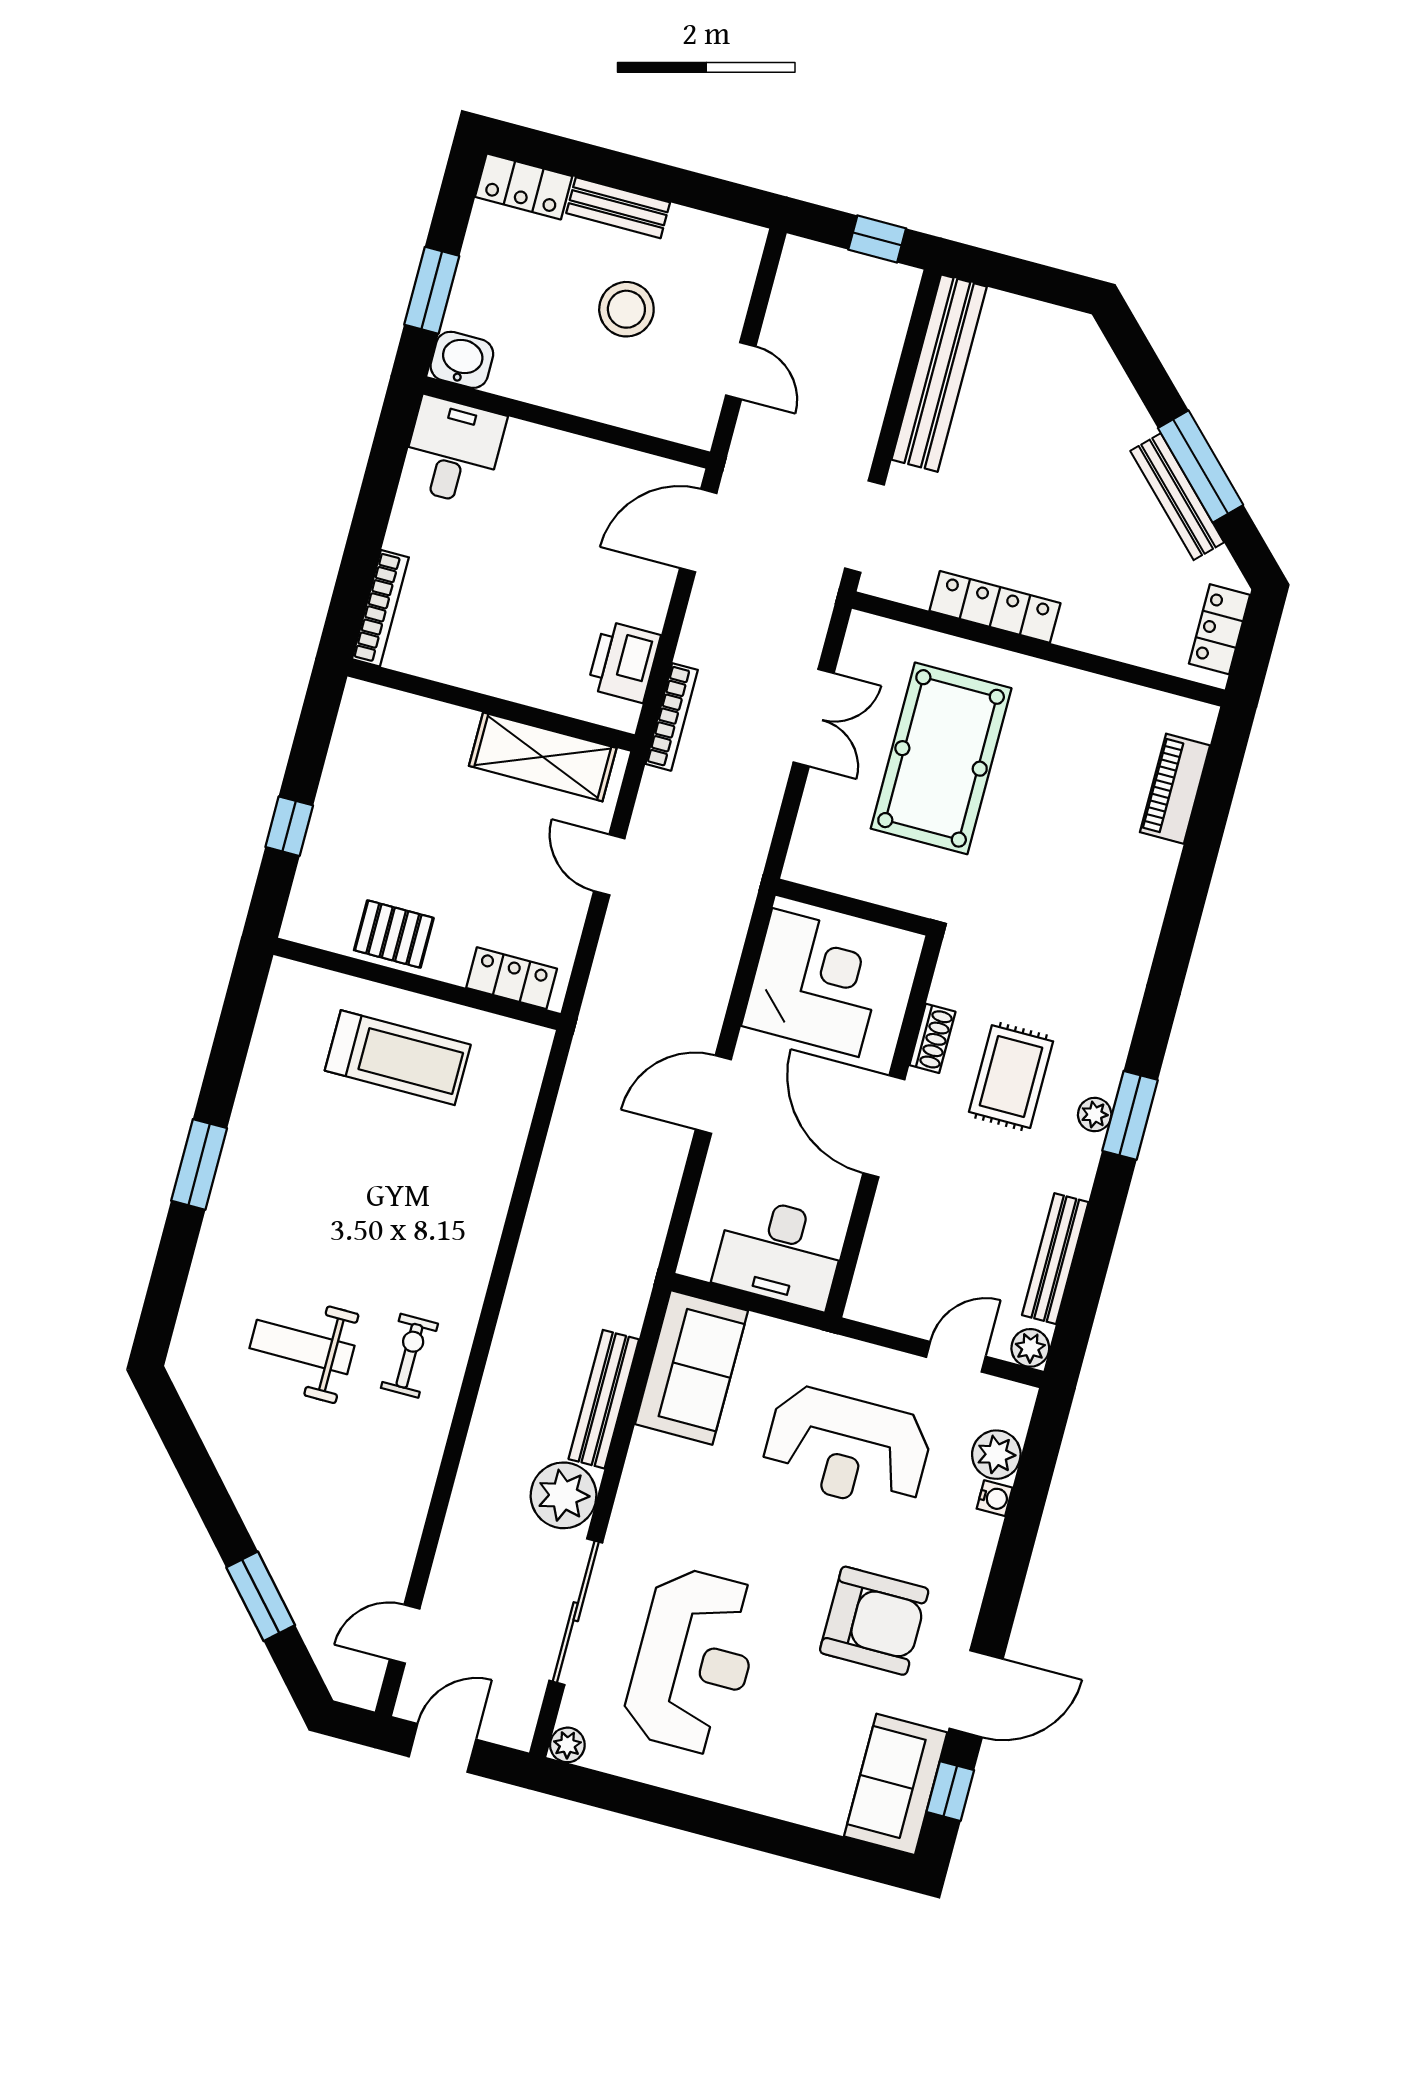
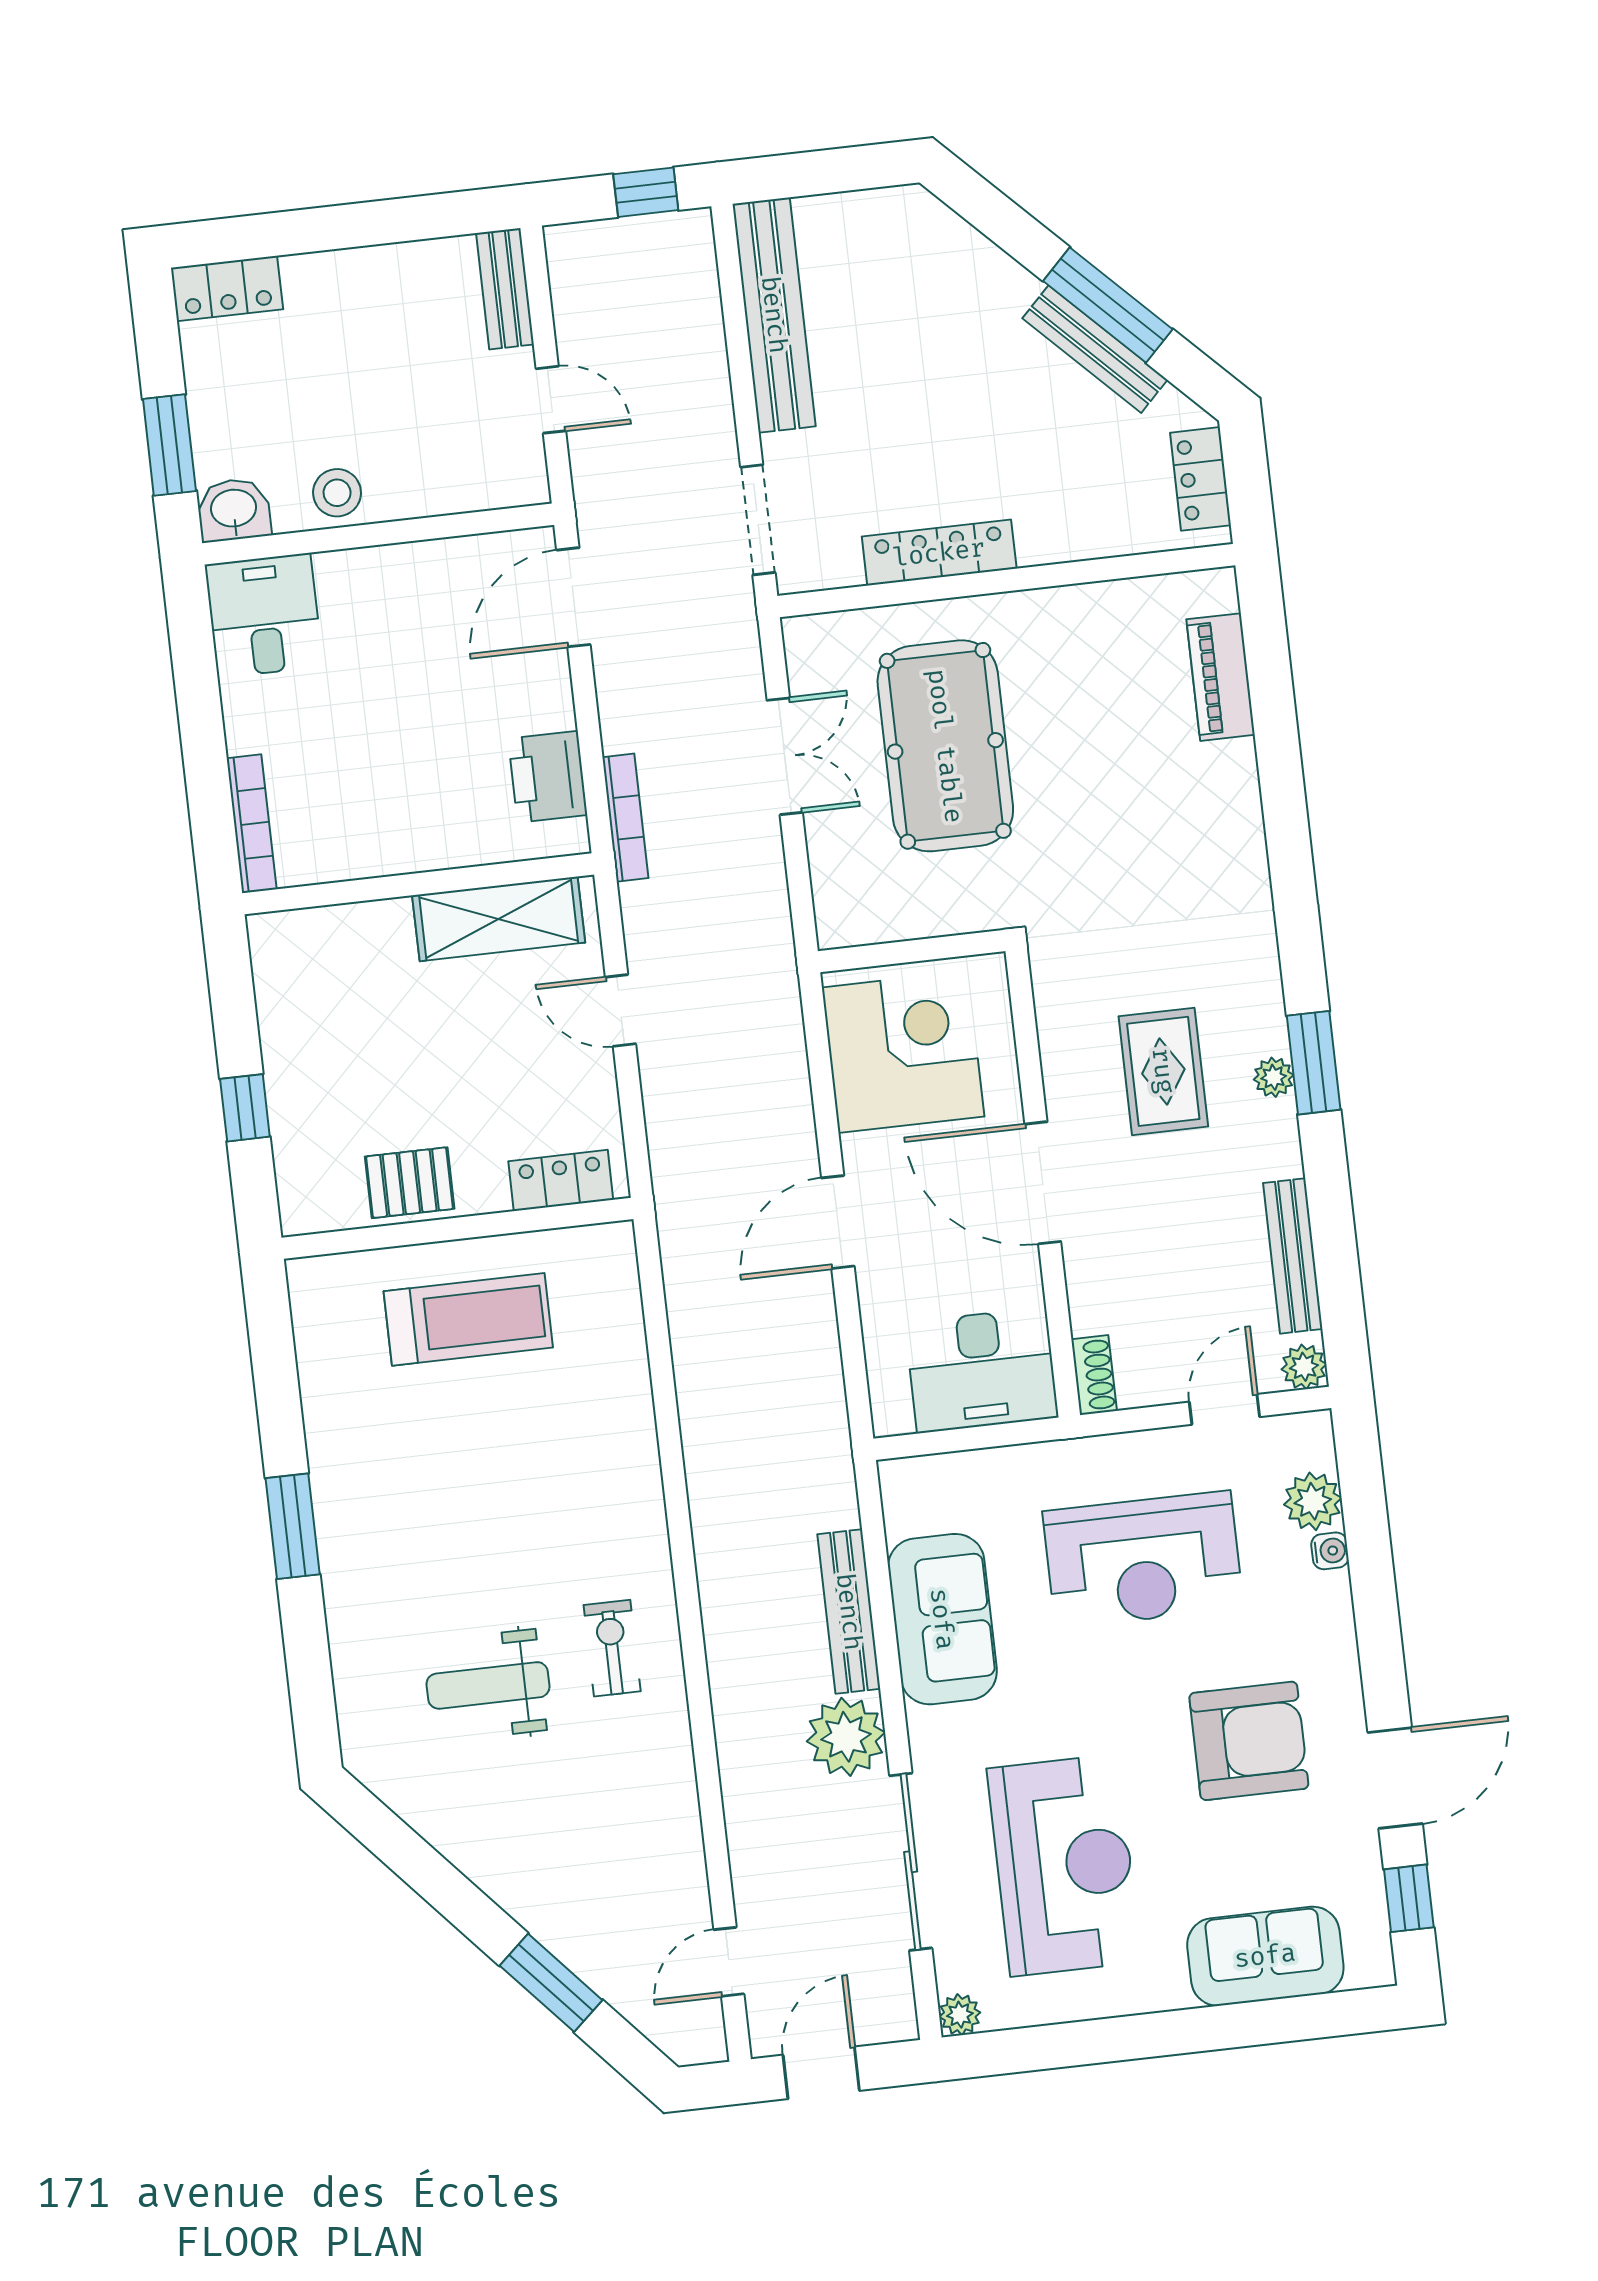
bench: (618, 208) -> (505, 289), moved, turned 90
stool: (626, 309) -> (337, 493), moved, width x0.73, depth x0.73
shoe rack: (932, 1038) -> (1094, 1375), moved
sofa: (691, 1367) -> (942, 1619), moved
sofa: (896, 1784) -> (1265, 1956), moved, turned 90

